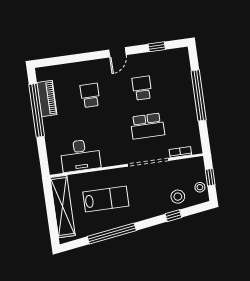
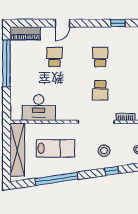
door: (117, 52) -> (62, 23), moved
piano: (47, 99) -> (25, 33), moved, turned 90
school desk: (147, 126) -> (100, 90), width x0.54
stool: (178, 197) -> (104, 151), moved

